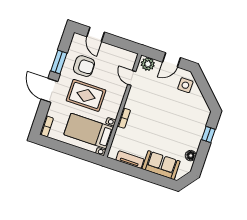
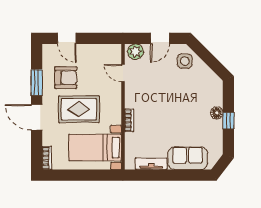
window: (208, 134) -> (228, 121), moved
floor lamp: (191, 156) -> (217, 113), moved

